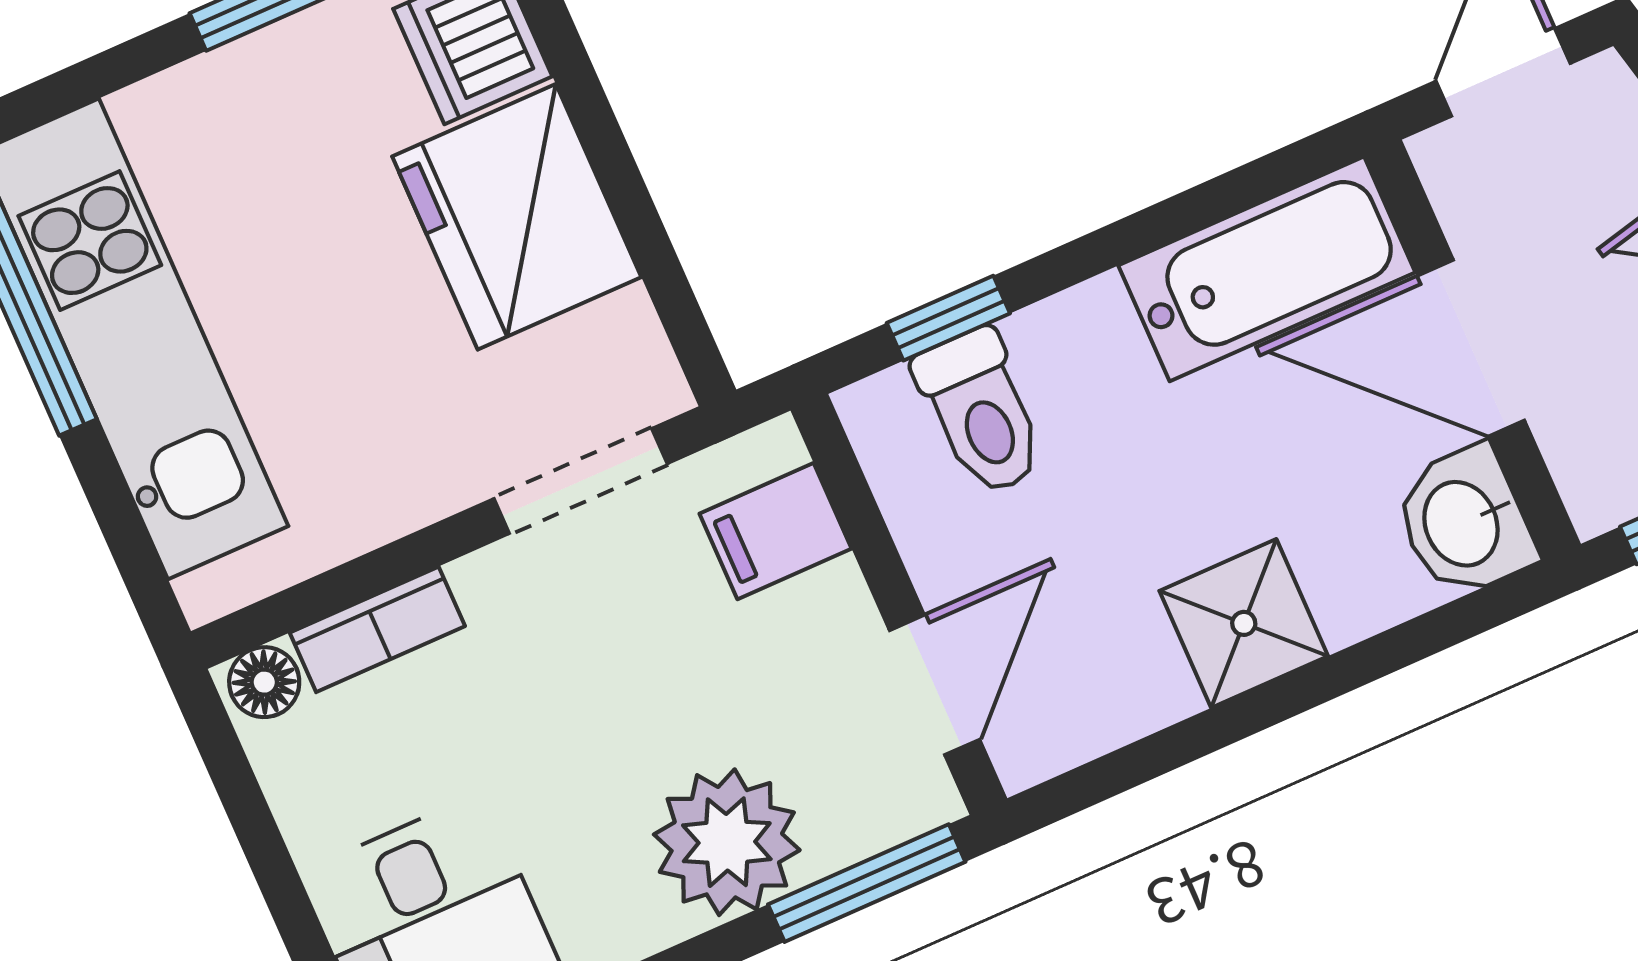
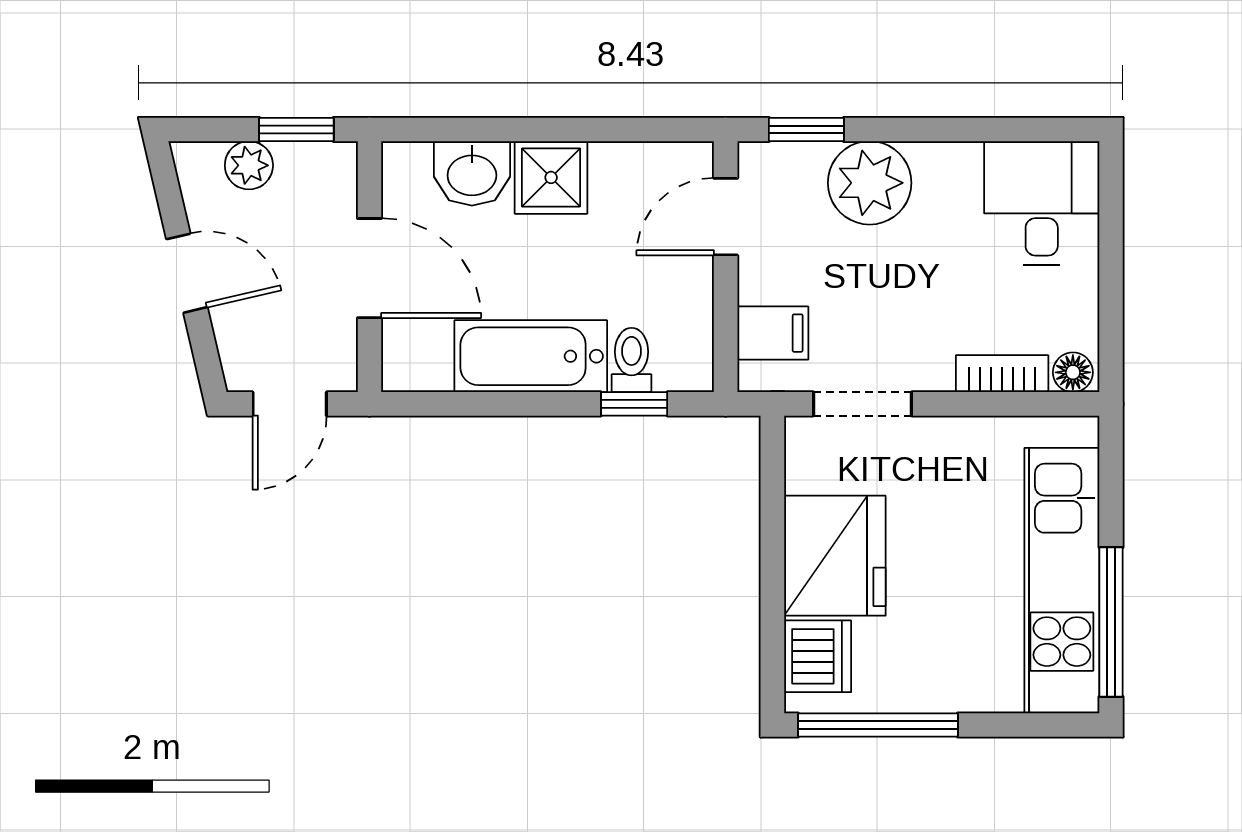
bathtub: (1267, 269) -> (531, 356), moved
toilet: (981, 412) -> (632, 360), width x0.73, depth x0.72
washbasin: (1464, 522) -> (472, 173), moved, turned 90
window: (867, 883) -> (806, 129), width x0.67

